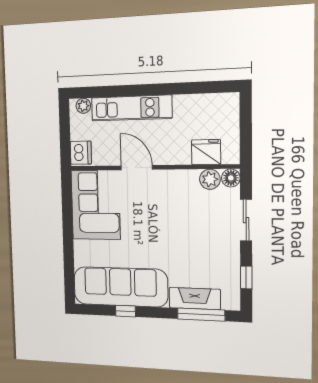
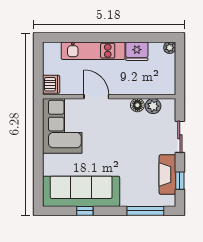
plant: (83, 106) -> (170, 48), moved
fridge: (206, 152) -> (137, 51), moved, turned 180
floor lamp: (231, 178) -> (137, 105), moved
fireplace: (195, 299) -> (167, 175), moved, turned -90

